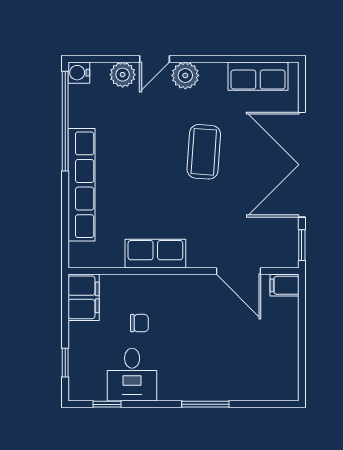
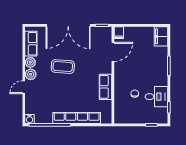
door: (154, 59) -> (24, 87), swing flipped
plant: (123, 75) -> (30, 62), moved
filing cabinet: (84, 297) -> (161, 36), moved, turned -90

